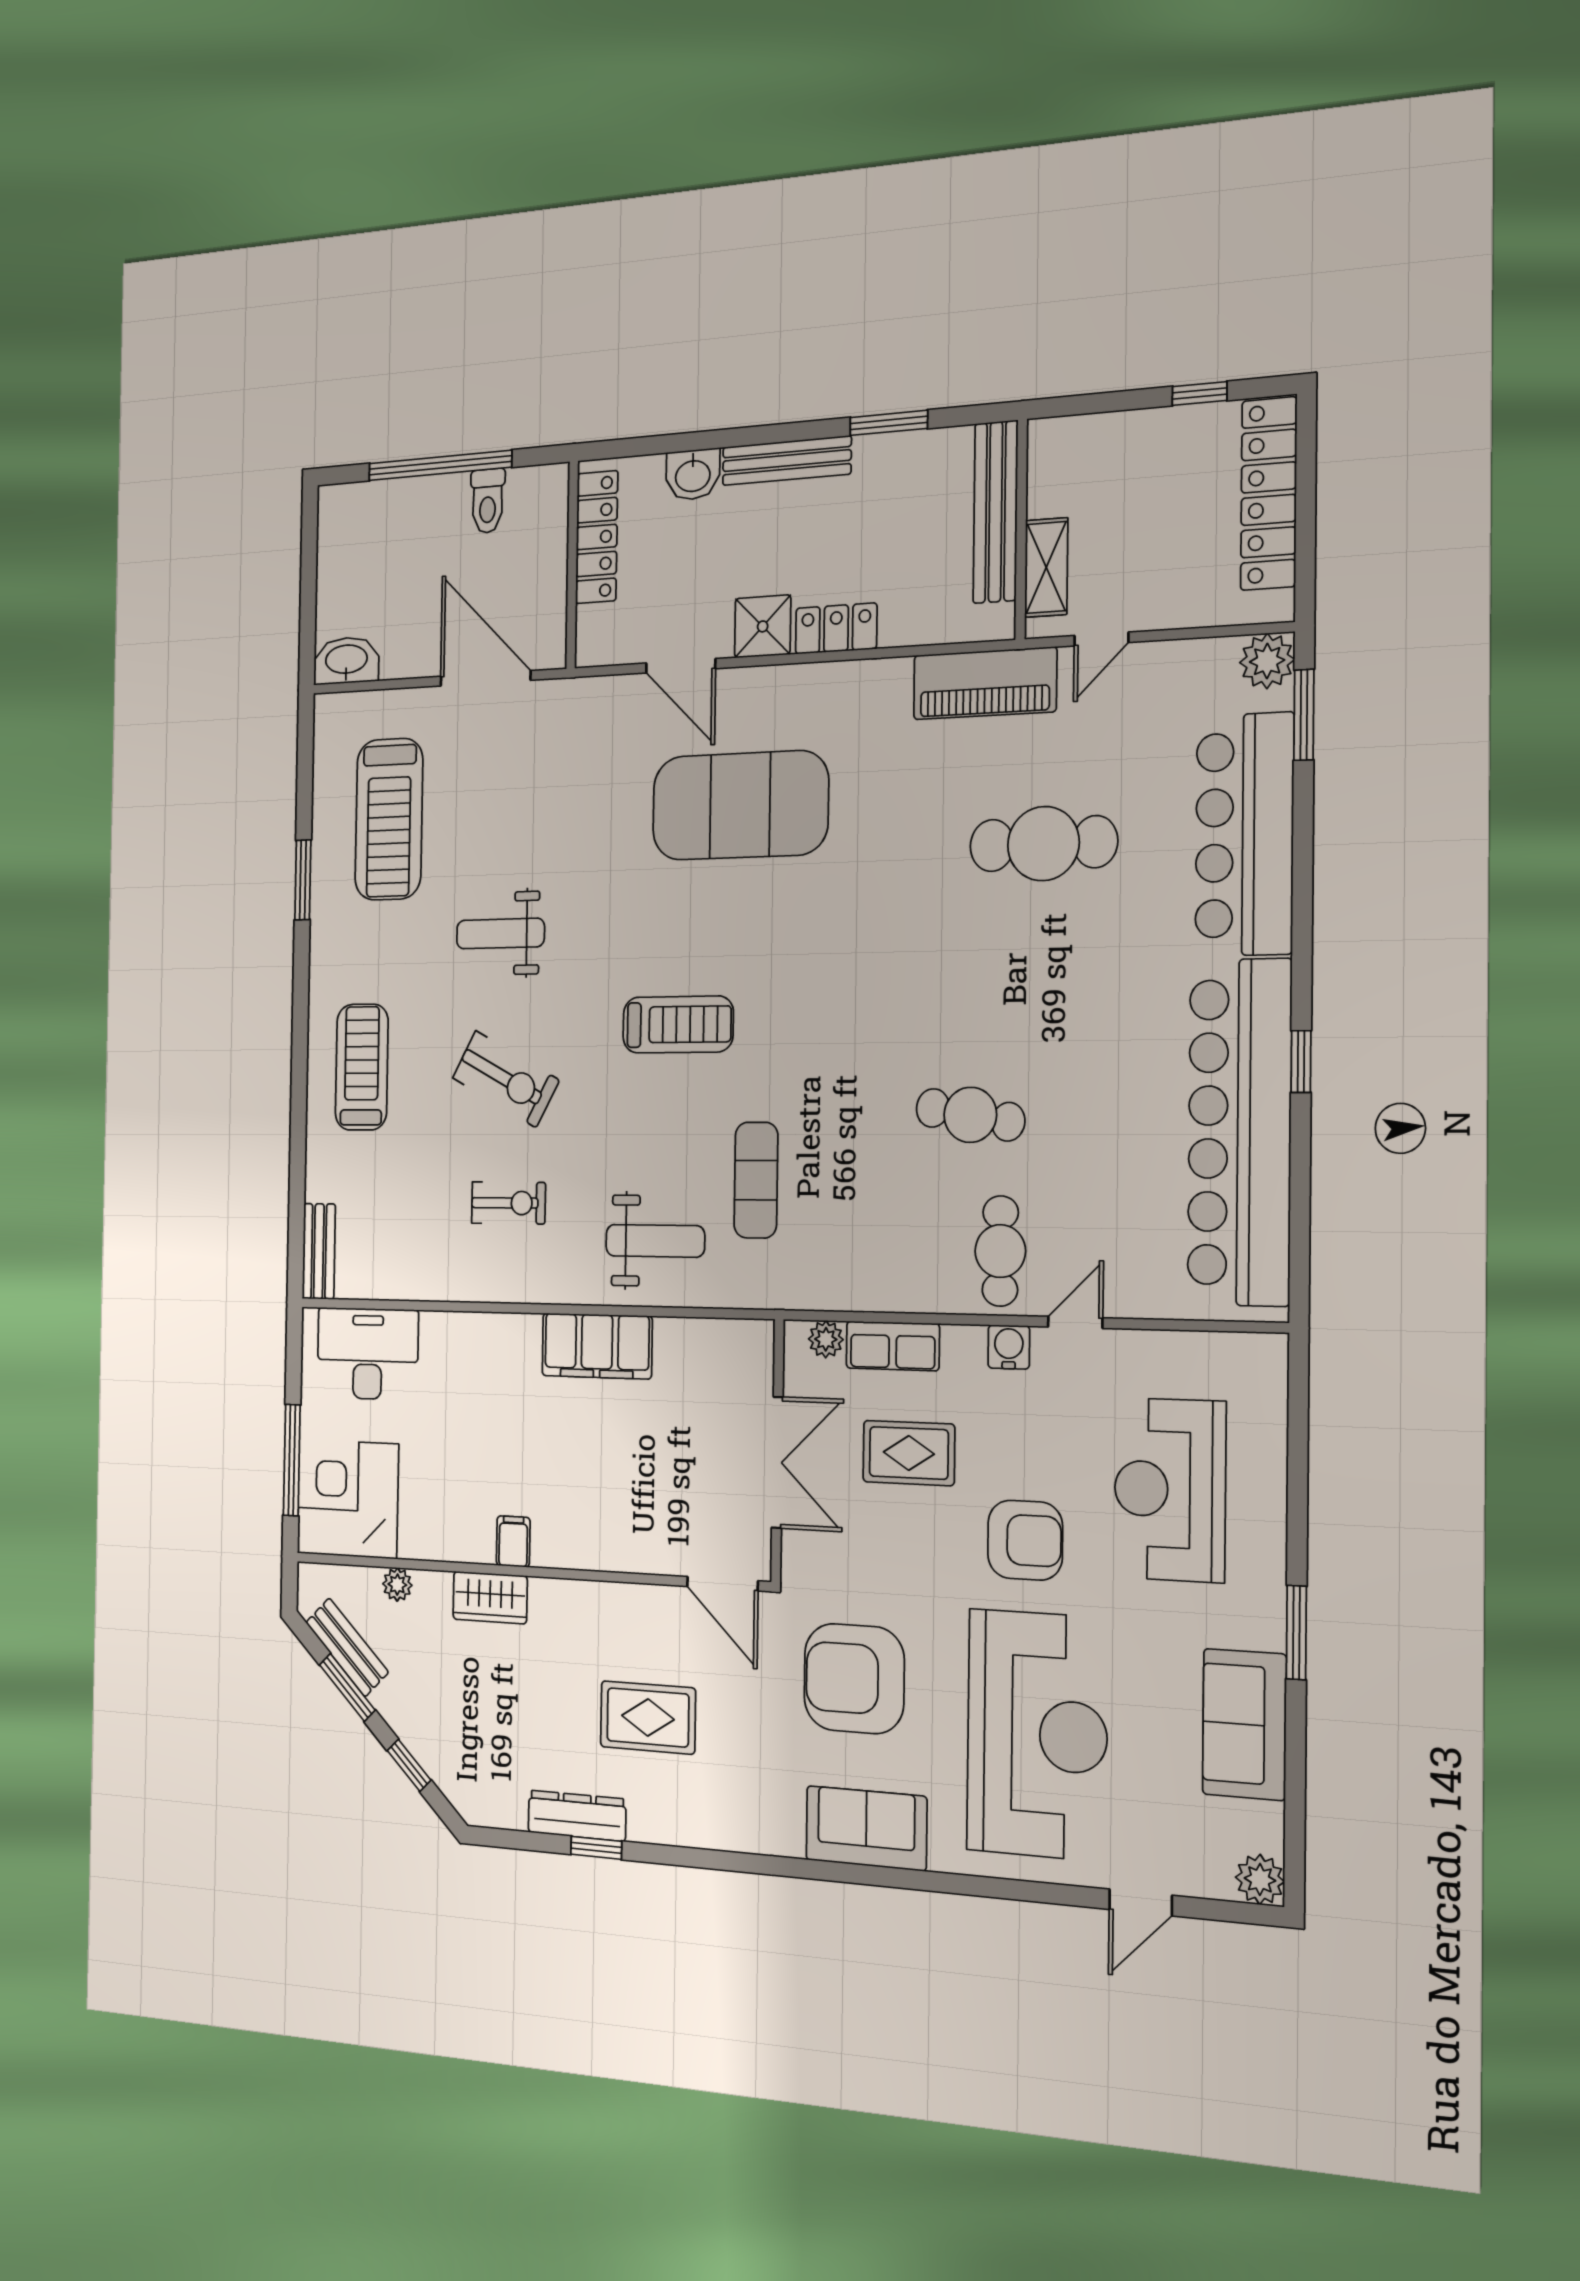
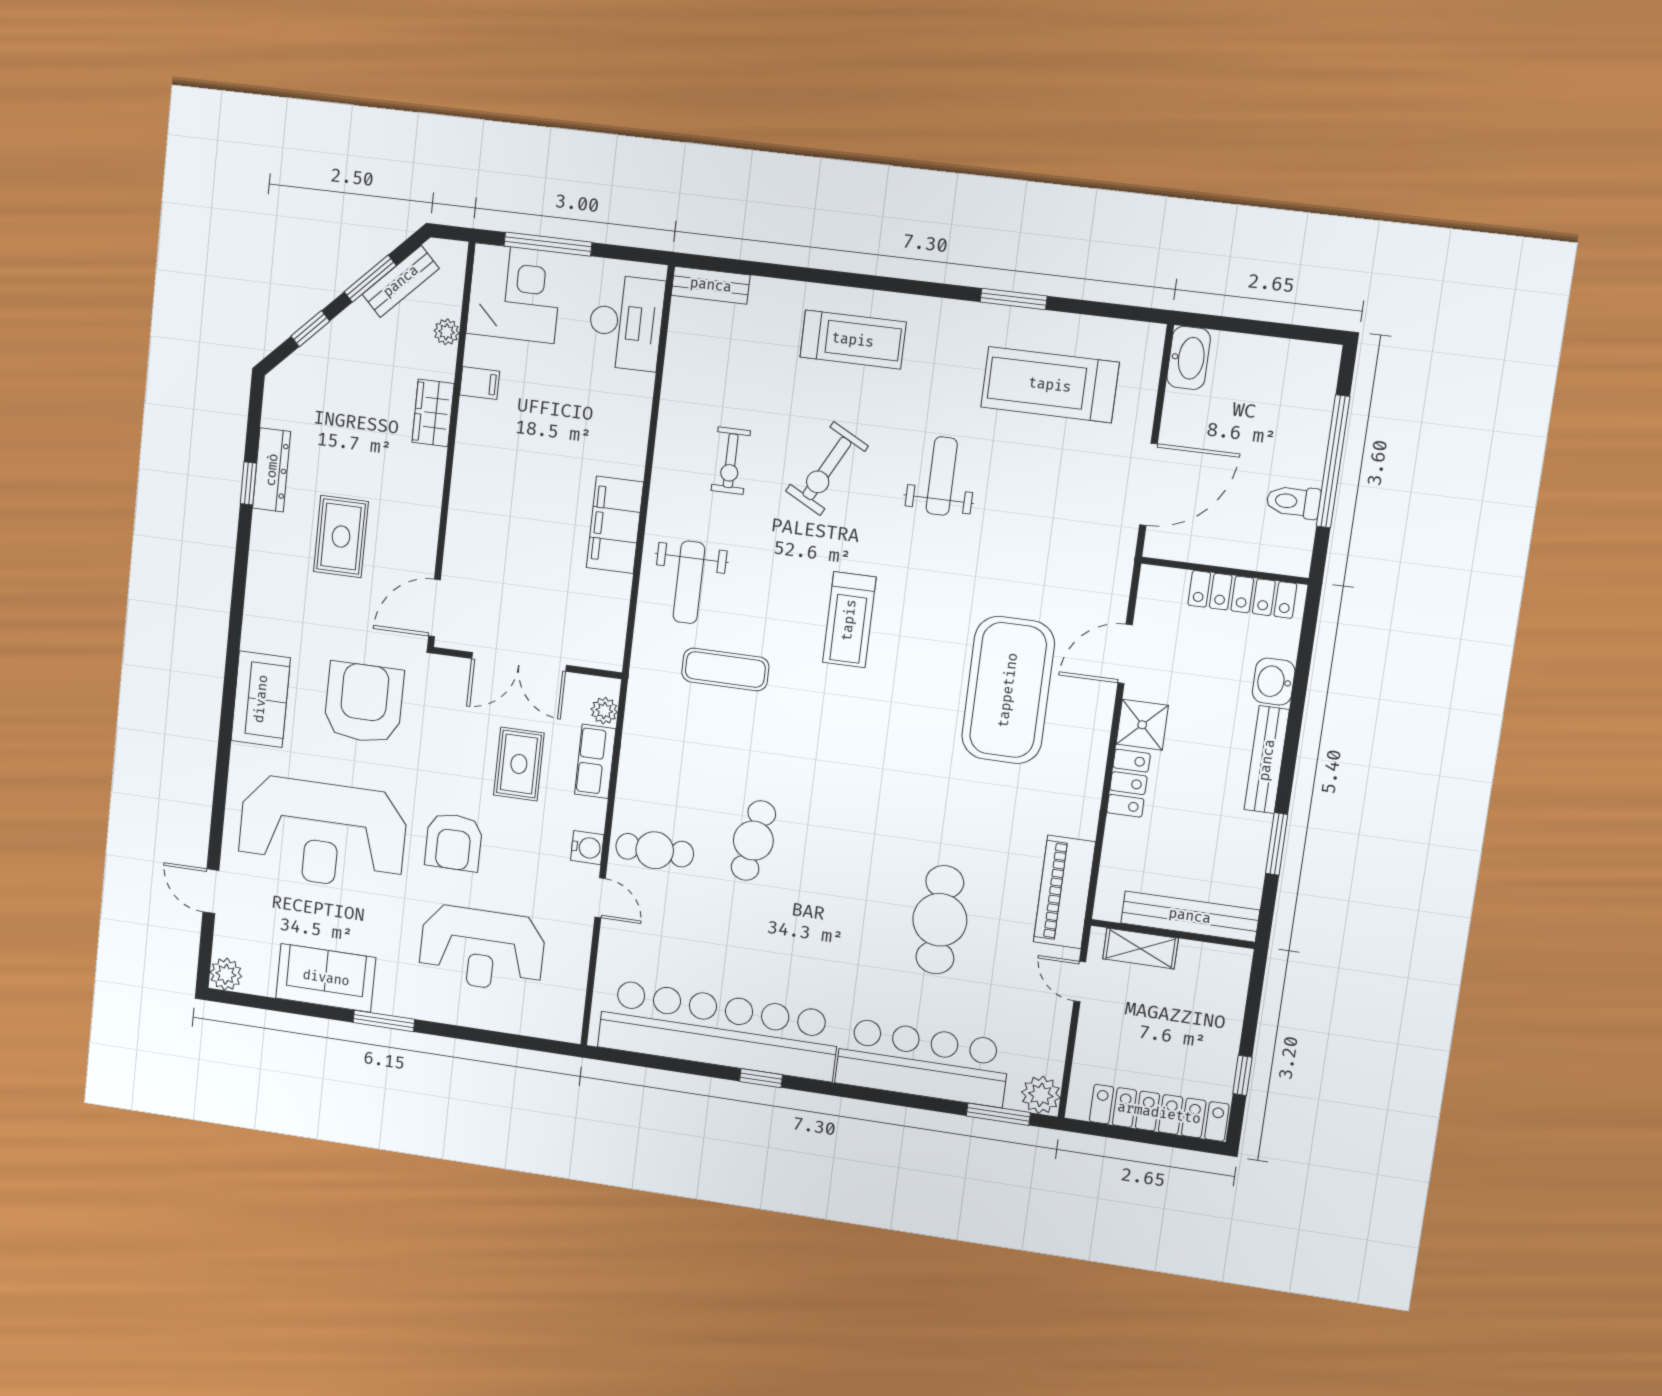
reception desk: (1170, 1490) -> (482, 949), turned 180
filing cabinet: (513, 1541) -> (480, 383), moved

